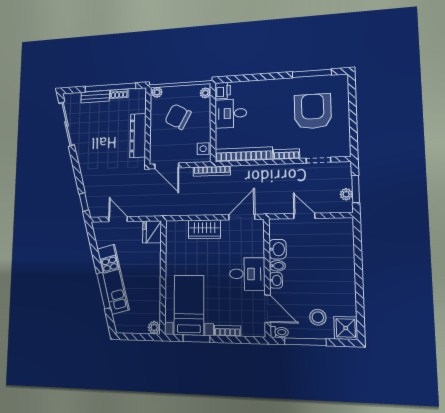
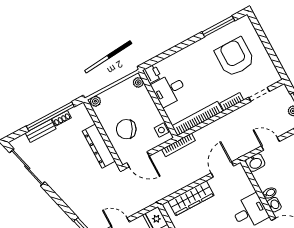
chair: (178, 117) -> (126, 129), moved
wardrobe: (204, 229) -> (191, 198), width x1.50
washbasin: (277, 249) -> (255, 162), moved, turned 90

